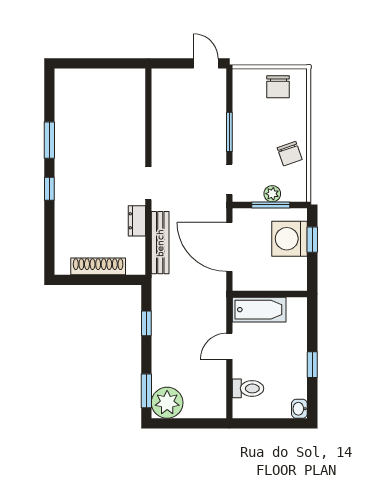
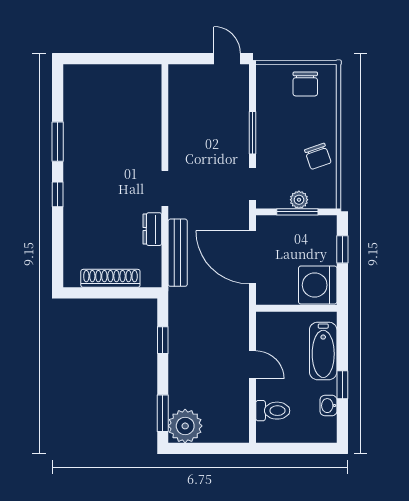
washing machine: (290, 239) -> (318, 285), moved
bathtub: (259, 310) -> (323, 351), moved, turned 90
door: (229, 346) -> (253, 365), swing flipped
washbasin: (299, 409) -> (328, 406), moved

